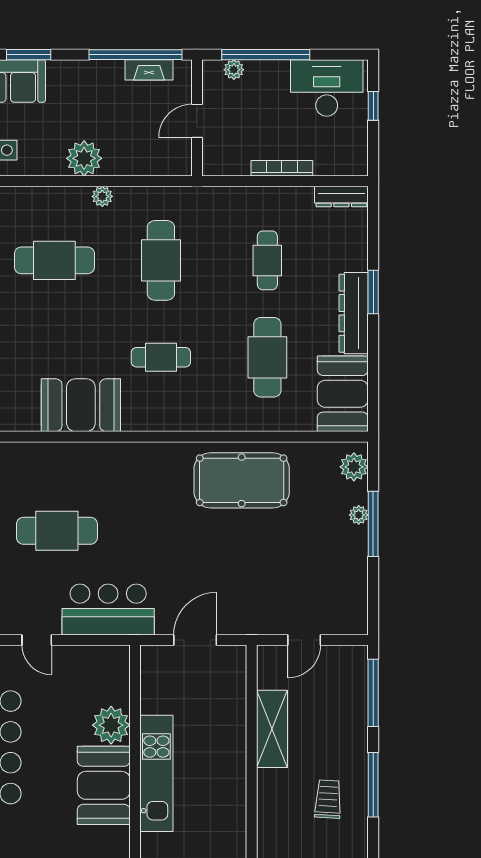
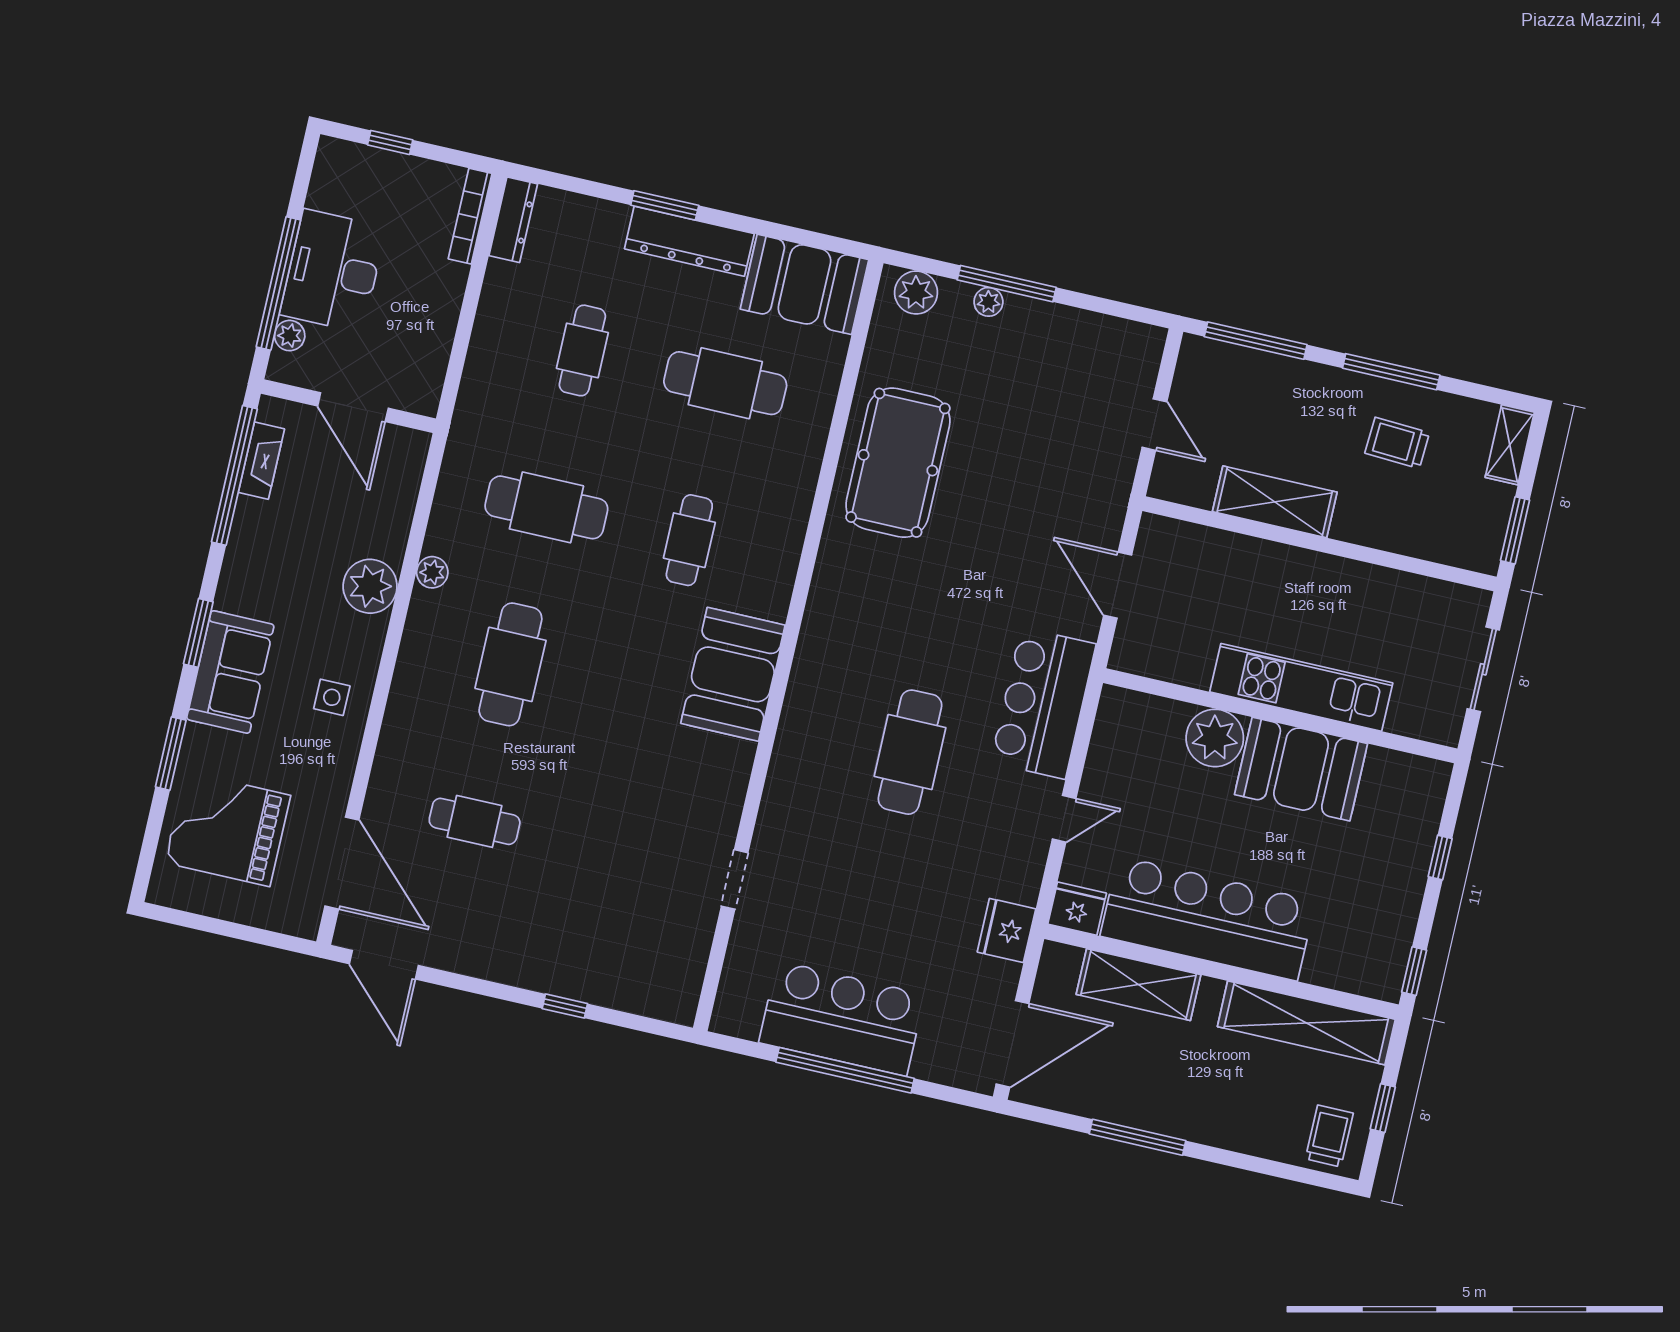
desk: (327, 88) -> (333, 271), moved
door: (197, 121) -> (353, 407), width x1.38
bookcase: (282, 168) -> (470, 216), moved
cafe table: (267, 260) -> (582, 350), turned 90

